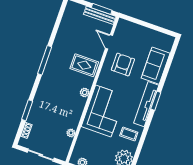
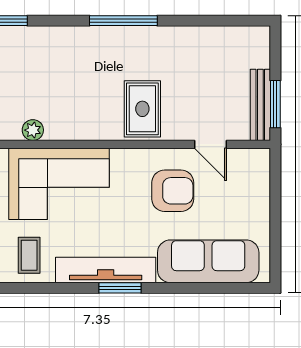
door: (109, 42) -> (211, 144), swing flipped
sofa: (156, 66) -> (208, 261), width x1.36
plant: (85, 93) -> (33, 130), moved

